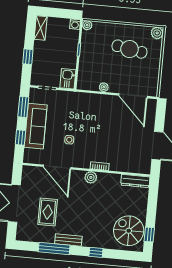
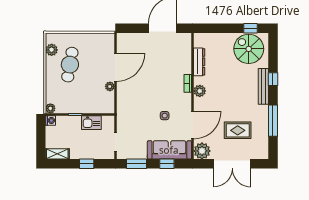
plant: (157, 33) -> (52, 50), moved
kitchen sink: (68, 79) -> (91, 123), moved
door: (133, 96) -> (116, 67), moved
sofa: (36, 126) -> (169, 150), moved
plant: (30, 174) -> (202, 151), added
dresser: (135, 181) -> (199, 62), moved
spiral stairs: (129, 231) -> (249, 49), turned 90
bench: (68, 240) -> (263, 86), moved, width x1.36

